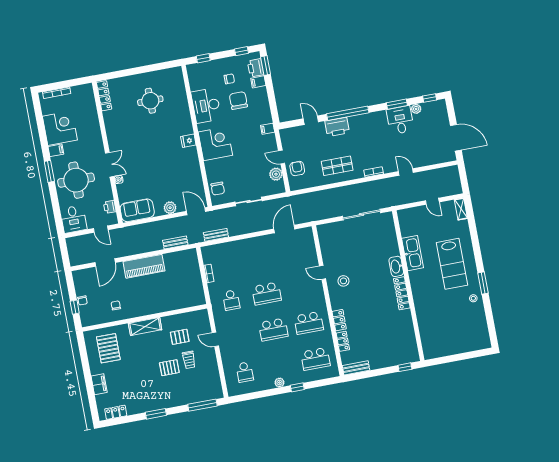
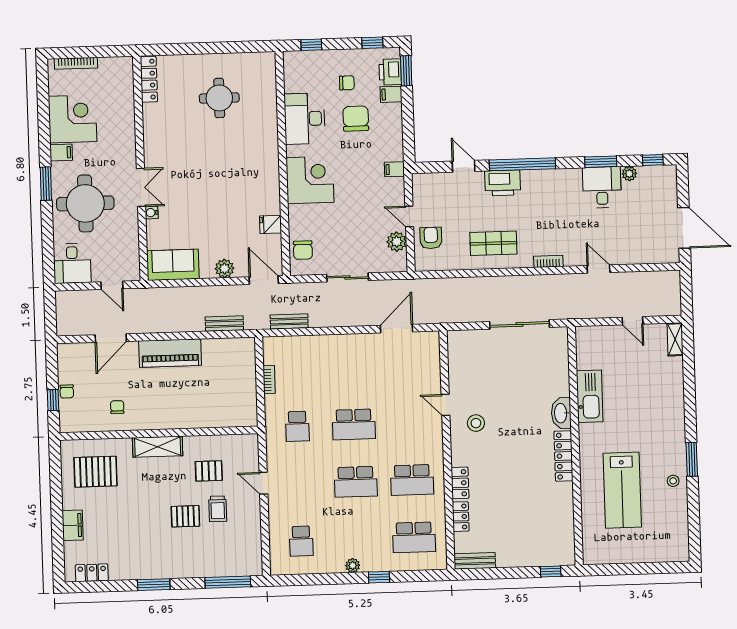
fridge: (188, 141) -> (271, 224), moved
printer: (110, 207) -> (131, 253), removed
lab bench: (452, 264) -> (622, 490), moved
pallet: (108, 348) -> (95, 472), turned 90

